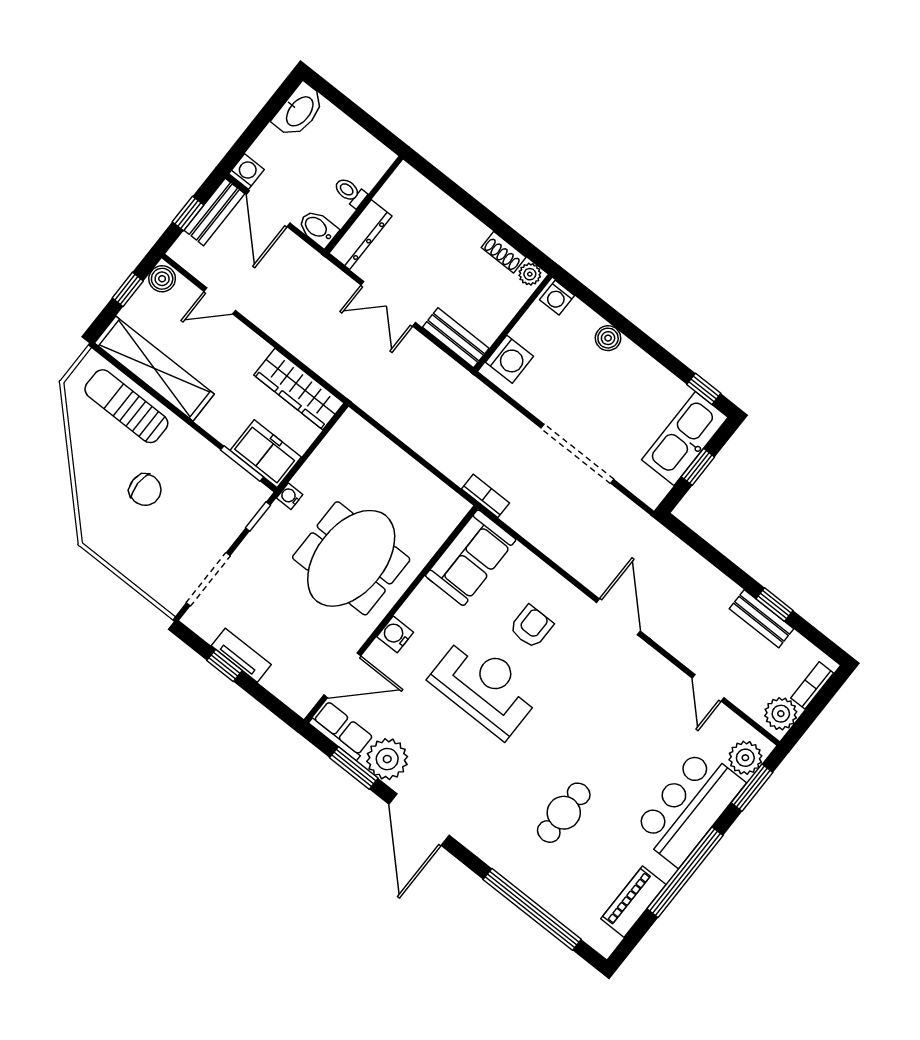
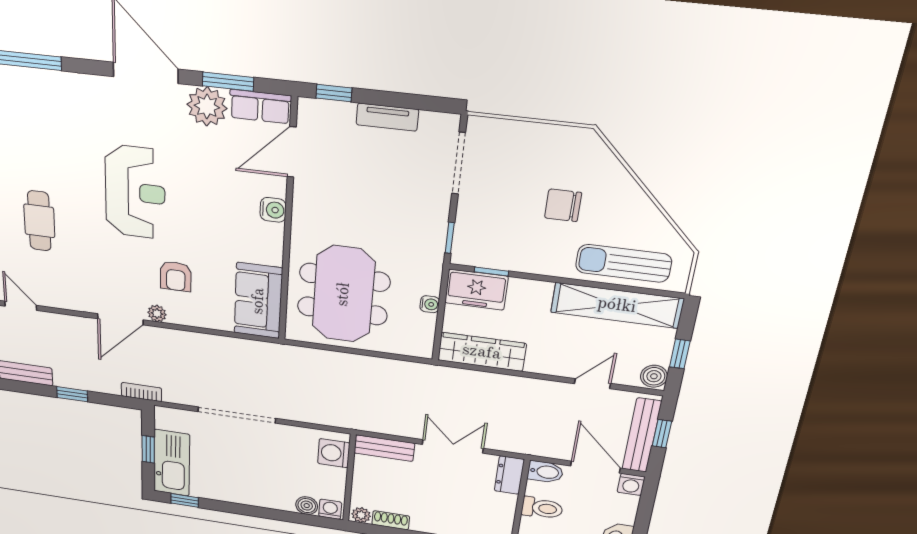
toilet: (350, 192) -> (542, 508), width x1.37, depth x1.39
bench: (214, 212) -> (642, 435), width x1.36
dresser: (360, 235) -> (509, 475), width x0.70
boiler: (608, 338) -> (307, 506), moved
sun lounger: (126, 406) -> (623, 263), turned 180
window: (242, 463) -> (491, 272), width x0.67
water cooler: (290, 496) -> (430, 304), moved
bookcase: (486, 496) -> (141, 392), moved, turned 180
meeting table: (351, 558) -> (343, 294), moved
plant: (577, 602) -> (157, 314), added
window: (775, 605) -> (72, 394), moved
door: (618, 617) -> (120, 319), hinge flipped
window: (225, 665) -> (334, 93), moved
reception desk: (485, 686) -> (135, 192), moved, turned -90
cafe table: (564, 813) -> (39, 221), moved

